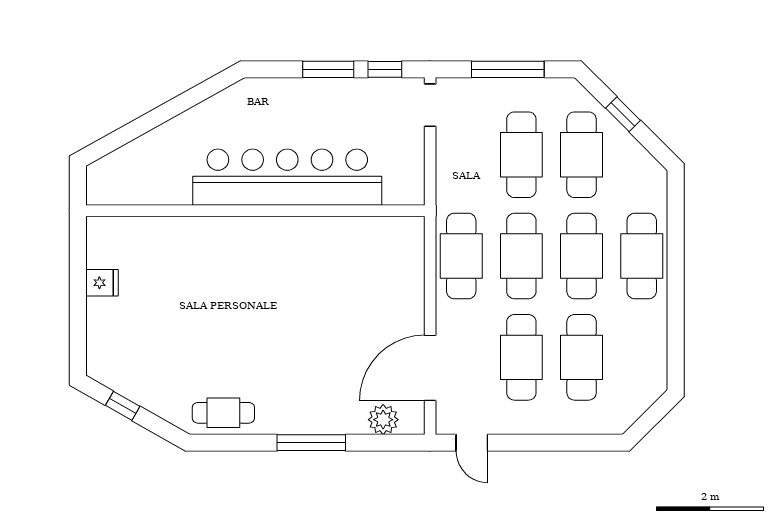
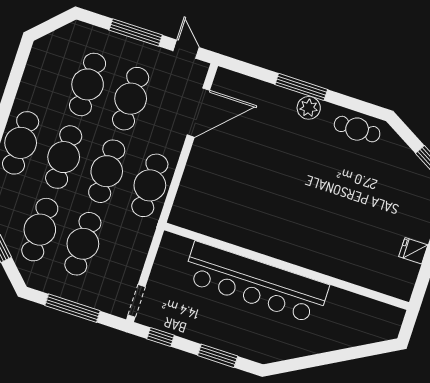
window: (328, 69) -> (218, 356), moved
plant: (383, 420) -> (309, 108), moved
window: (542, 443) -> (136, 33), added

